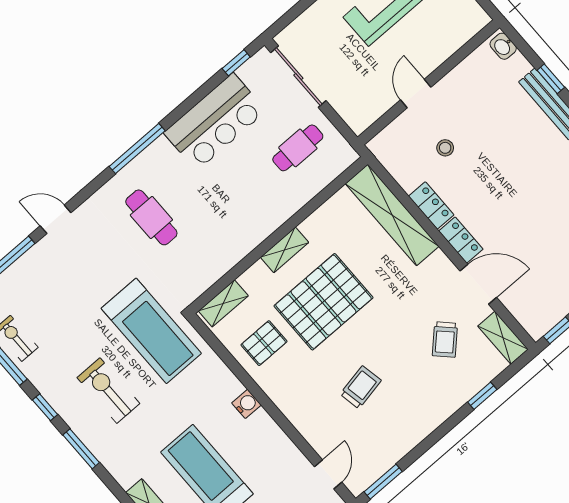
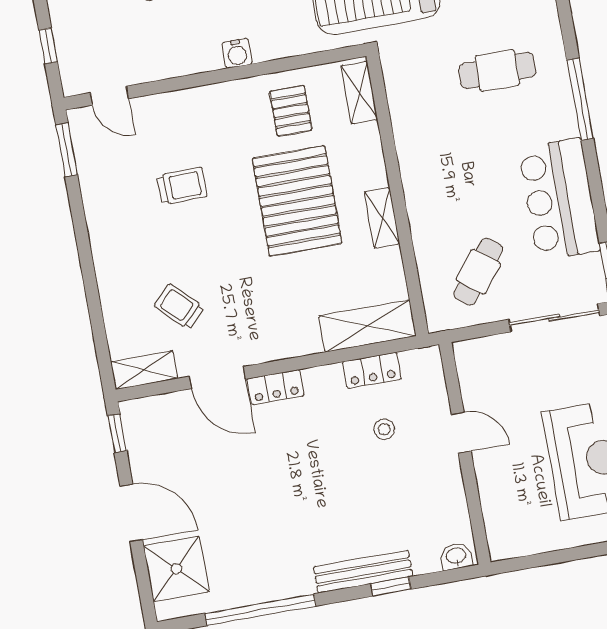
cafe table: (298, 148) -> (478, 272), turned 38
locker: (431, 205) -> (372, 370), moved
shelving: (392, 215) -> (367, 326), width x0.68
shelving: (285, 250) -> (382, 218), moved
door: (478, 284) -> (217, 378), hinge flipped
trolley: (361, 387) -> (182, 186), turned -80
window: (482, 396) -> (95, 311), removed

